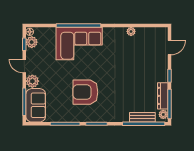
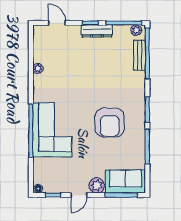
plant: (32, 42) -> (50, 186), removed
dresser: (163, 96) -> (97, 31), moved

